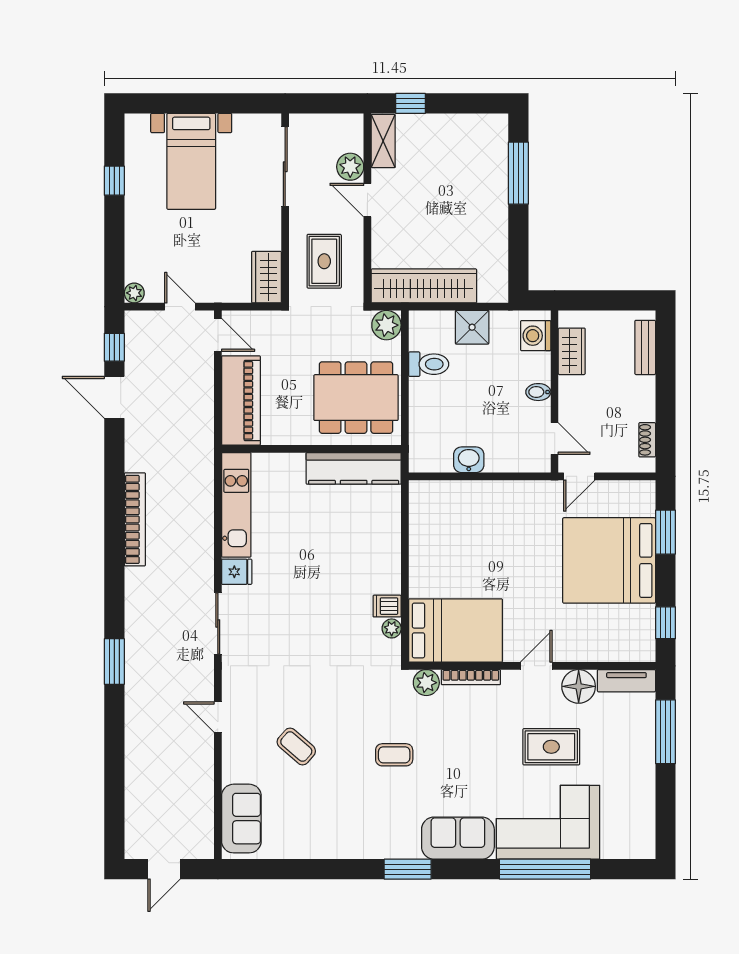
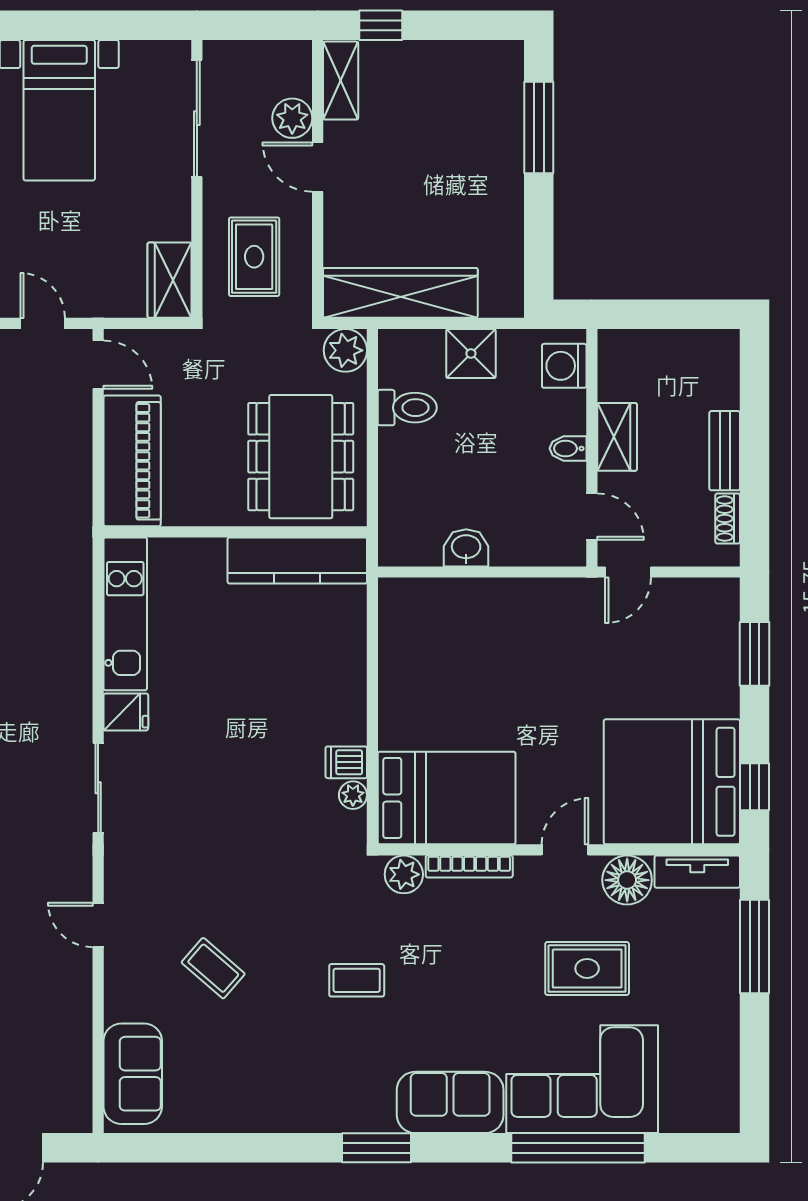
bench: (645, 347) -> (725, 451), moved
wardrobe: (572, 351) -> (617, 437), moved
dining table: (356, 398) -> (301, 457), turned 90
bed: (609, 560) -> (672, 782), moved

